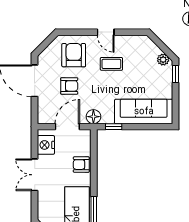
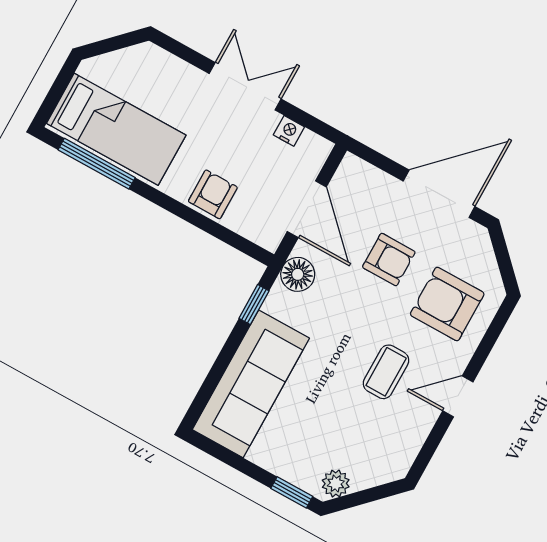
armchair: (74, 55) -> (447, 304), turned 180
armchair: (69, 86) -> (389, 260), turned -90
nightstand: (46, 145) -> (289, 131), width x0.53, depth x0.56

